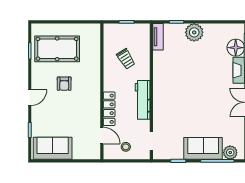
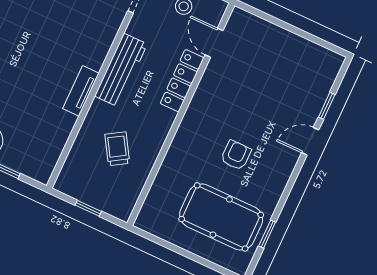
tv unit: (158, 37) -> (81, 91), moved
door: (30, 97) -> (310, 141), moved
sofa: (53, 148) -> (303, 59), removed

